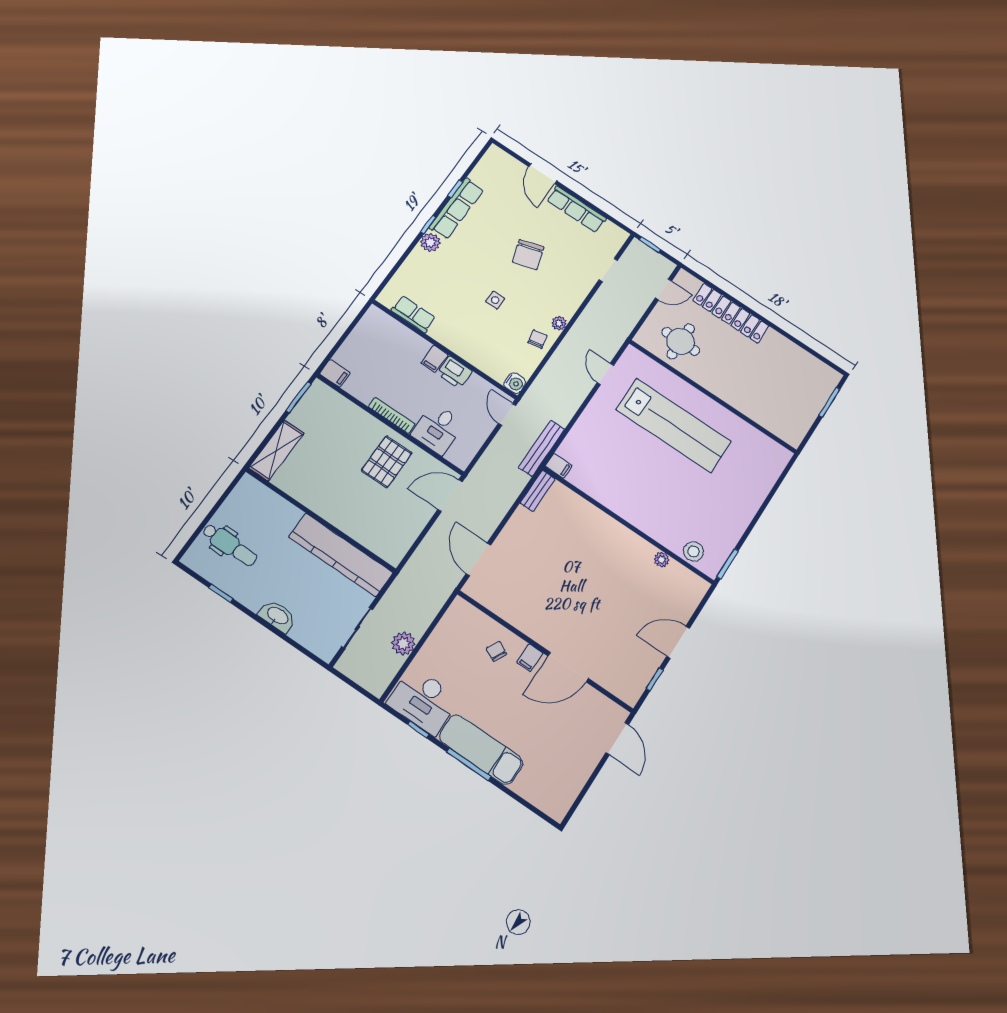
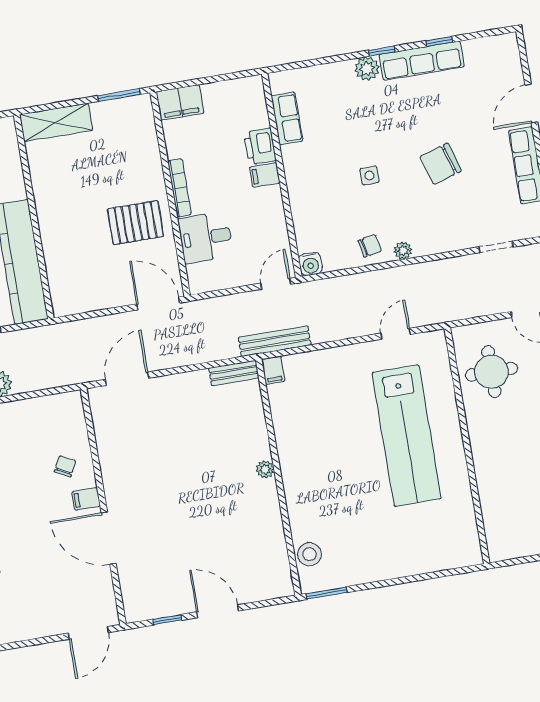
printer: (455, 372) -> (260, 146), moved
filing cabinet: (335, 373) -> (180, 102), width x2.00
plant: (662, 560) -> (265, 469), moved

